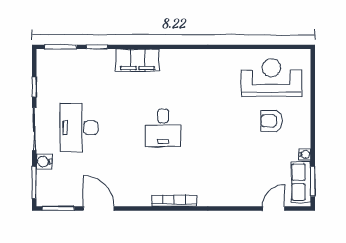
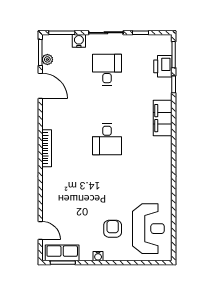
printer: (75, 60) -> (163, 66), added
desk: (79, 128) -> (107, 70), width x0.73
desk: (163, 128) -> (107, 139), turned -90
water cooler: (305, 154) -> (98, 256), moved
plant: (67, 200) -> (47, 59), added
door: (99, 208) -> (40, 86), hinge flipped

